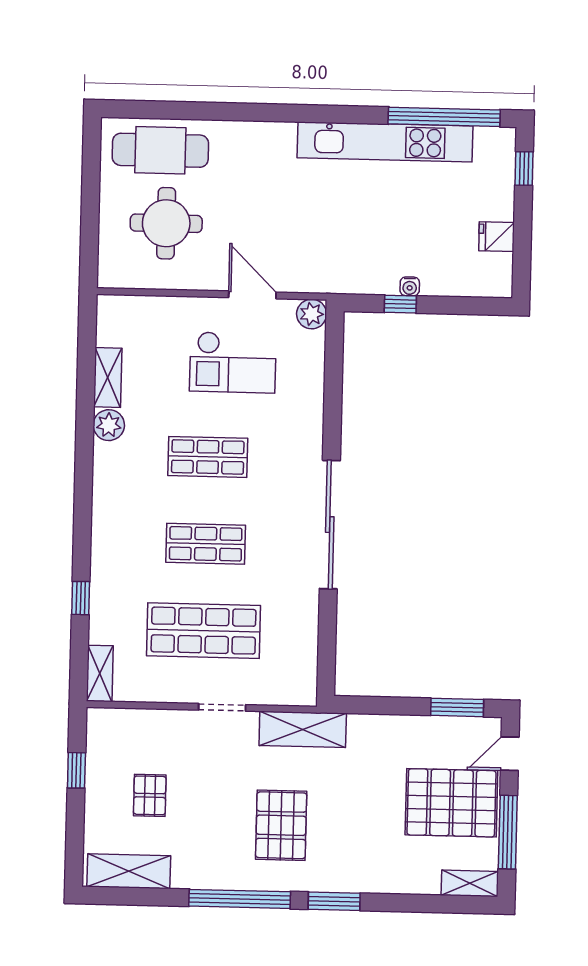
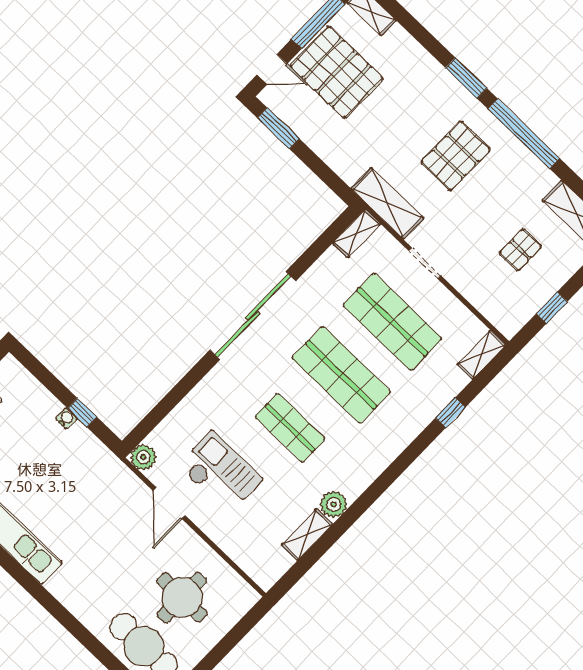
shop shelf: (206, 544) -> (341, 375), width x1.43, depth x1.36
shelving: (305, 679) -> (357, 233), added

